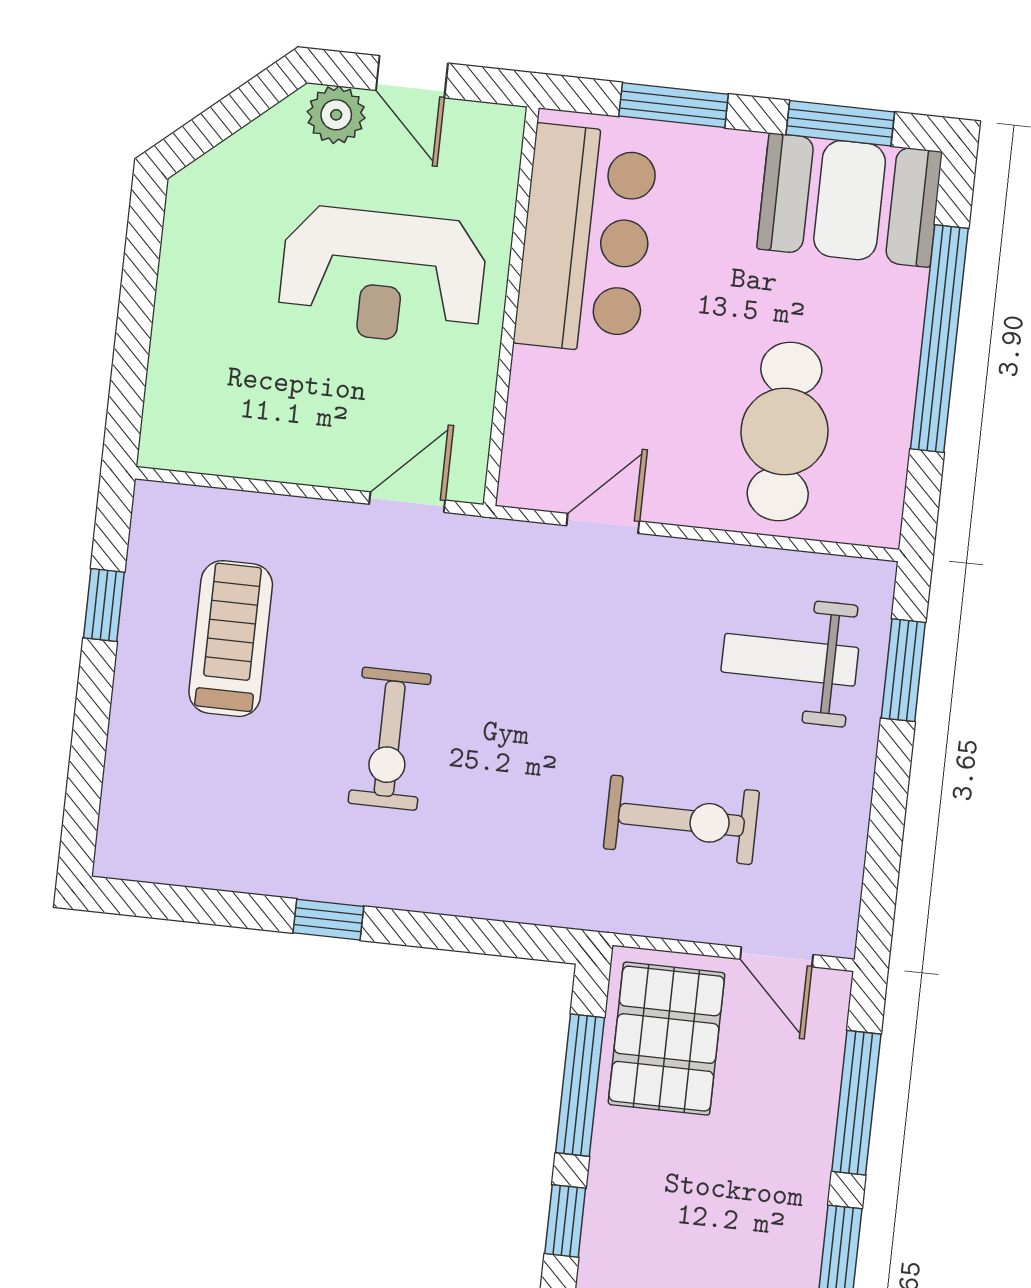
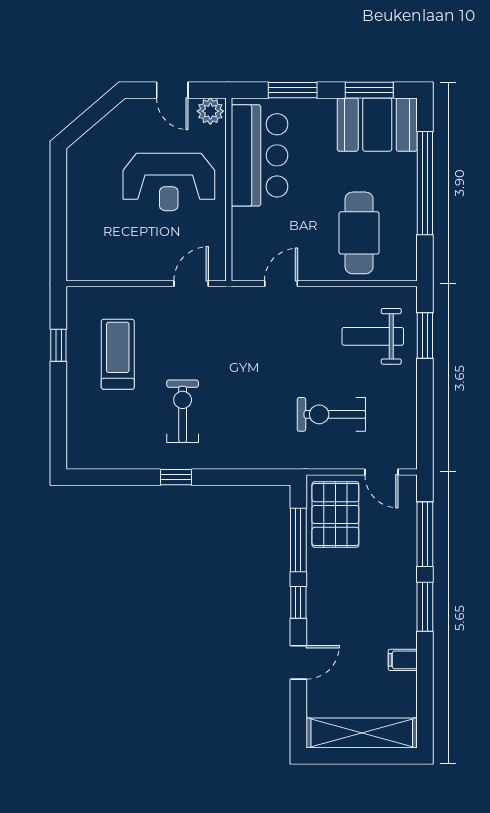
plant: (336, 115) -> (210, 111), moved
exercise bike: (390, 739) -> (183, 411), moved, turned 180
exercise bike: (681, 820) -> (331, 414), turned 180

